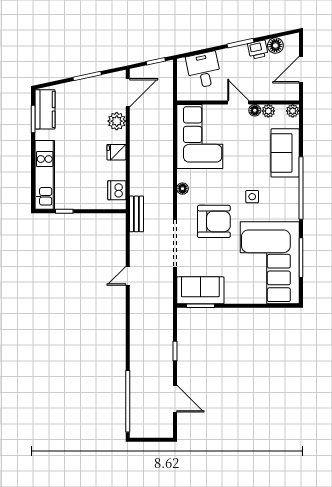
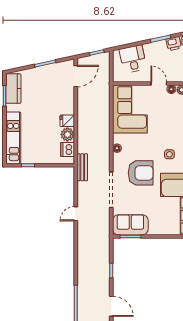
plant: (117, 121) -> (67, 134), moved

